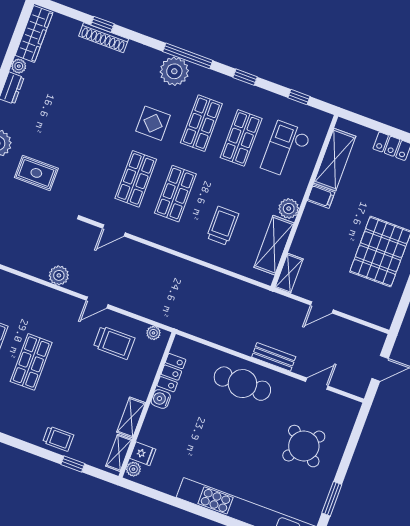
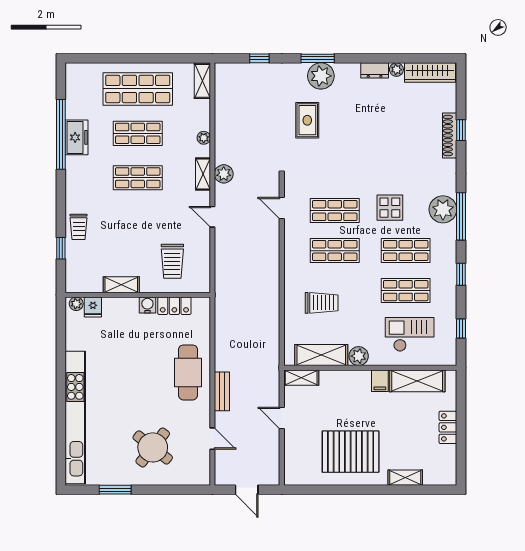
plant: (153, 333) -> (204, 138), moved
trolley: (114, 343) -> (172, 261), moved
shelving: (119, 453) -> (203, 174), moved, turned 90

